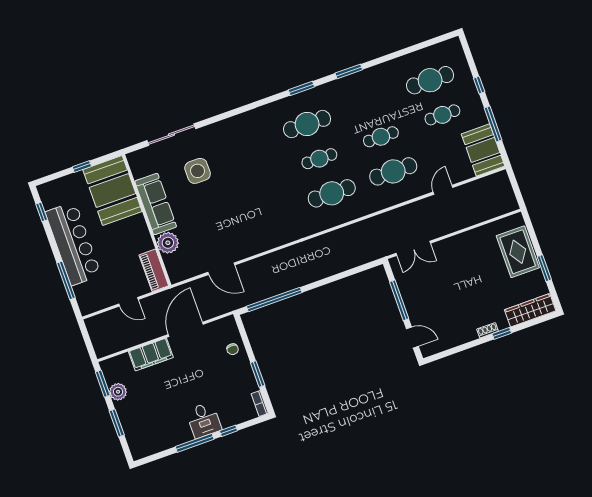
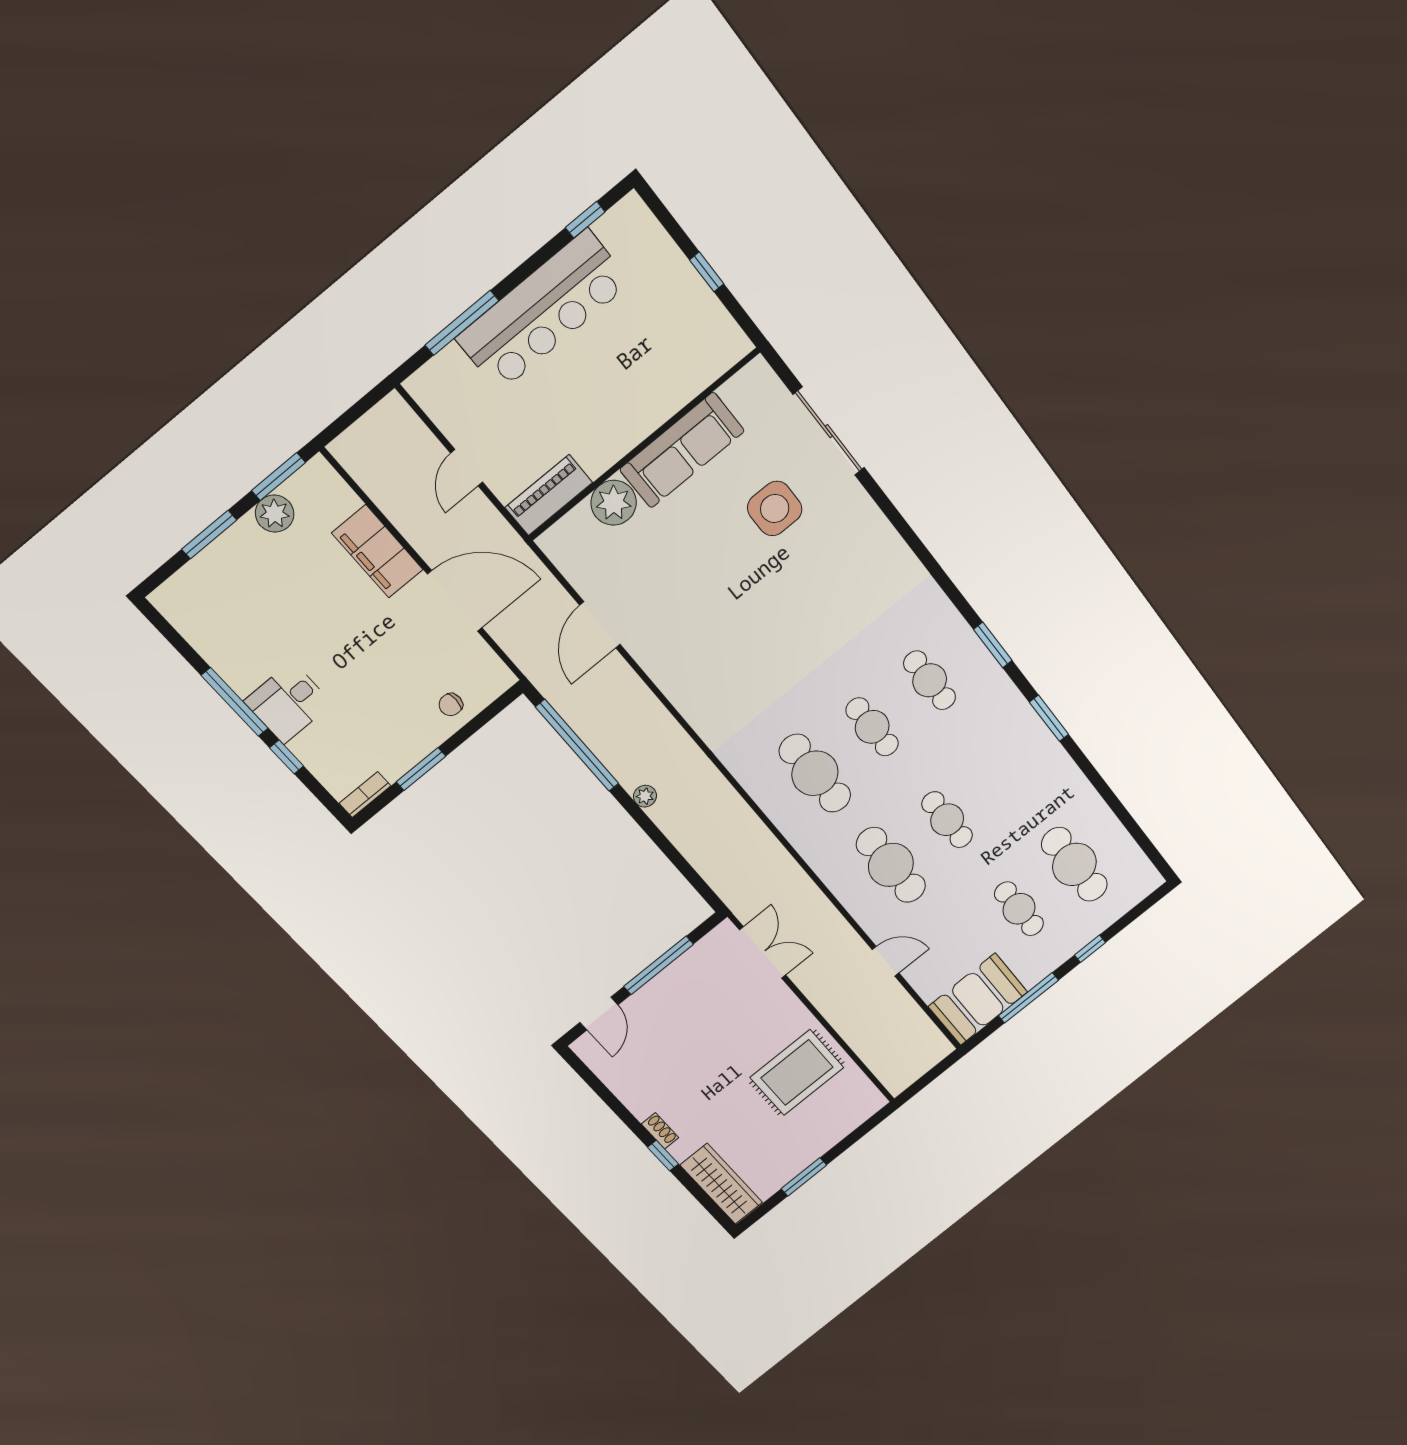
cafe table: (307, 124) -> (930, 680), width x0.73, depth x0.74
booth: (112, 191) -> (679, 353), removed
double door: (413, 248) -> (763, 952), swing flipped
rug: (518, 252) -> (797, 1073), moved
plant: (311, 277) -> (645, 796), added

